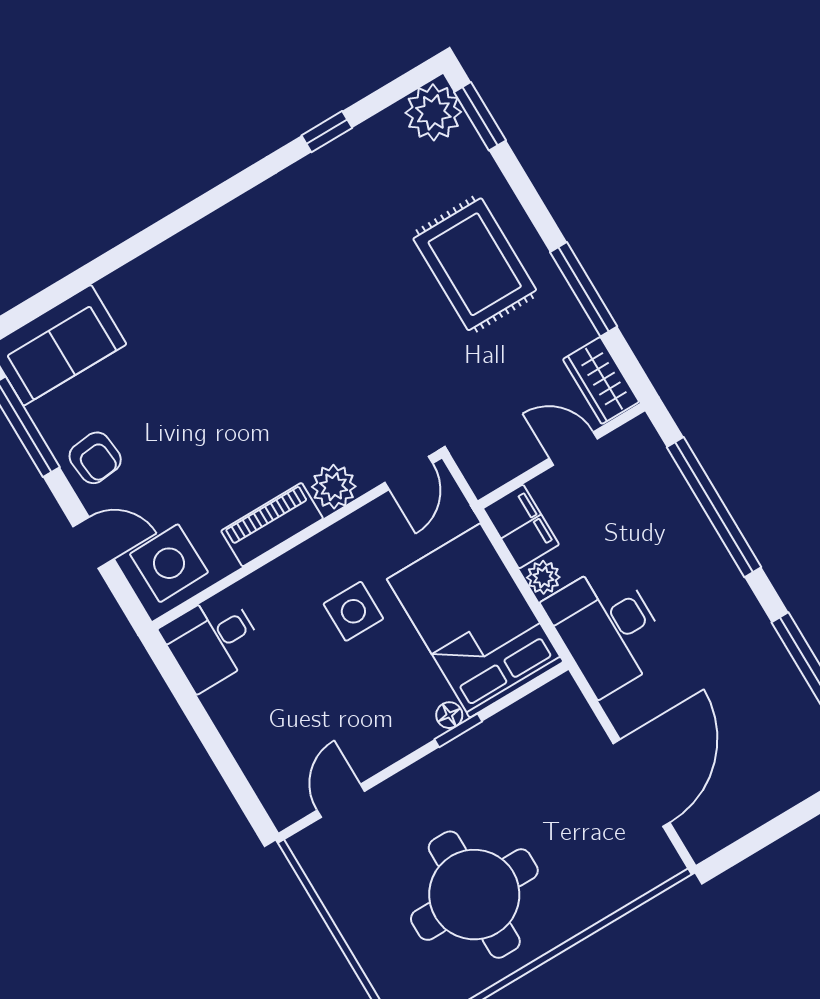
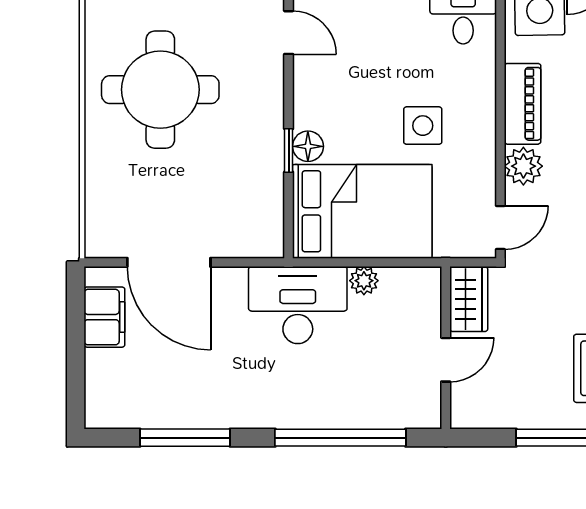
wardrobe: (601, 381) -> (469, 299), moved, turned 90
door: (409, 473) -> (500, 228), swing flipped
filing cabinet: (521, 527) -> (104, 317), moved, turned -90
floor lamp: (449, 715) -> (308, 146), width x1.37, depth x1.37

